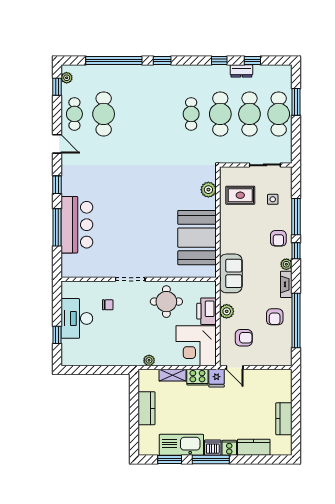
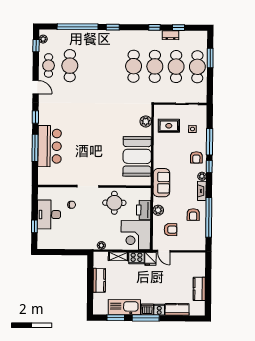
cafe table: (191, 114) -> (134, 66), width x1.37, depth x1.35

